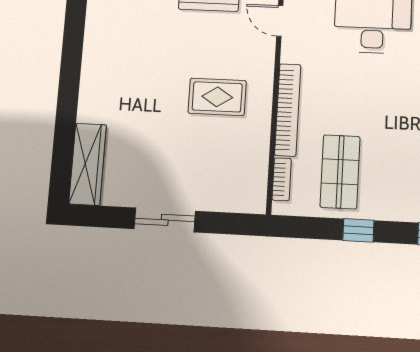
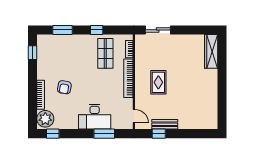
rug: (217, 97) -> (158, 82), turned 90
sliding door: (165, 220) -> (158, 30), moved

